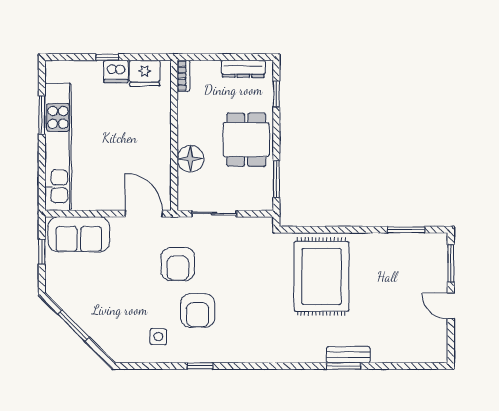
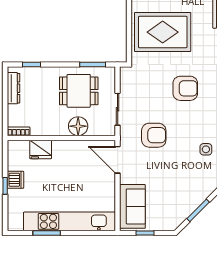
fridge: (145, 73) -> (41, 149), moved, turned 90
dining table: (246, 140) -> (79, 91), moved
door: (144, 214) -> (118, 160), hinge flipped
armchair: (198, 311) -> (185, 88), moved

